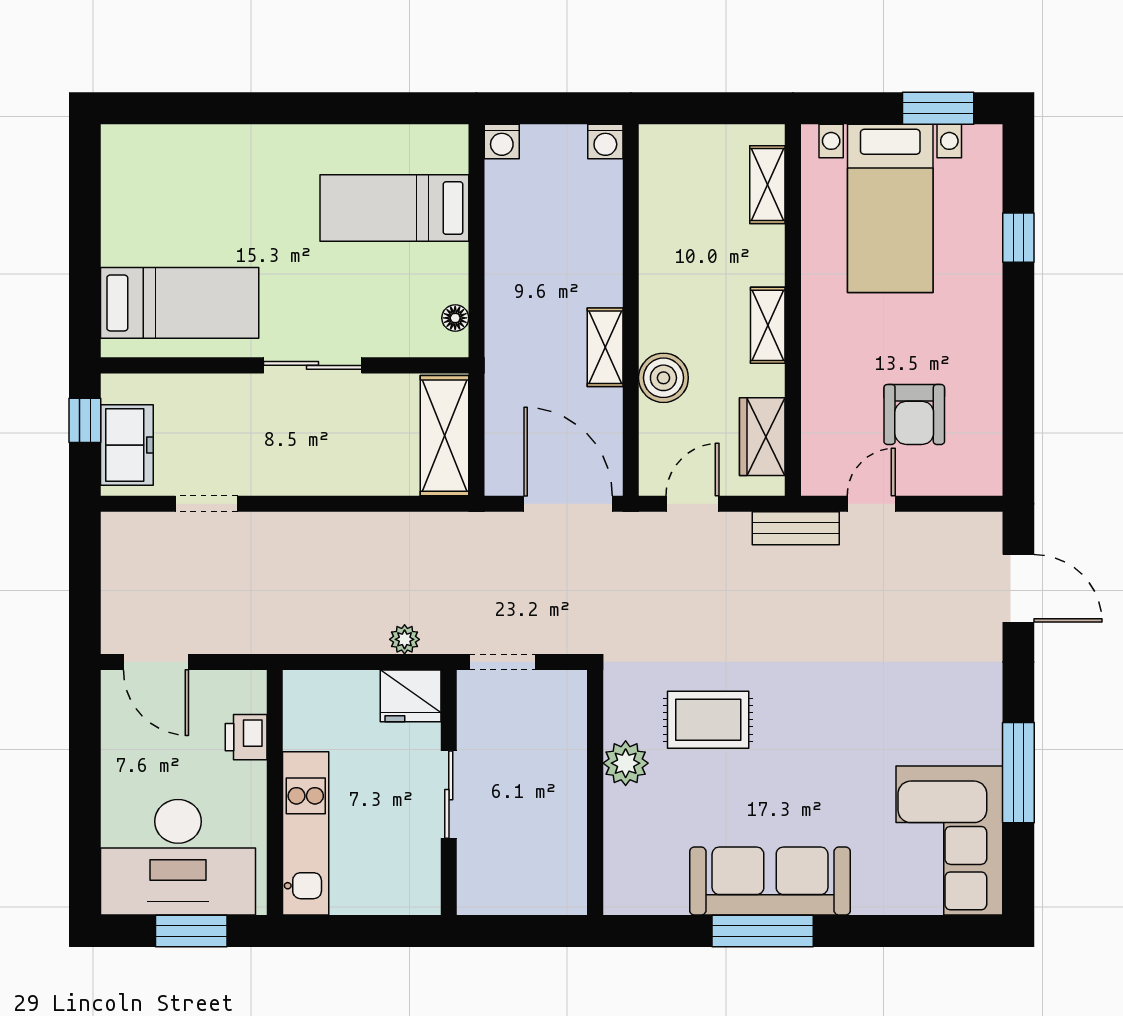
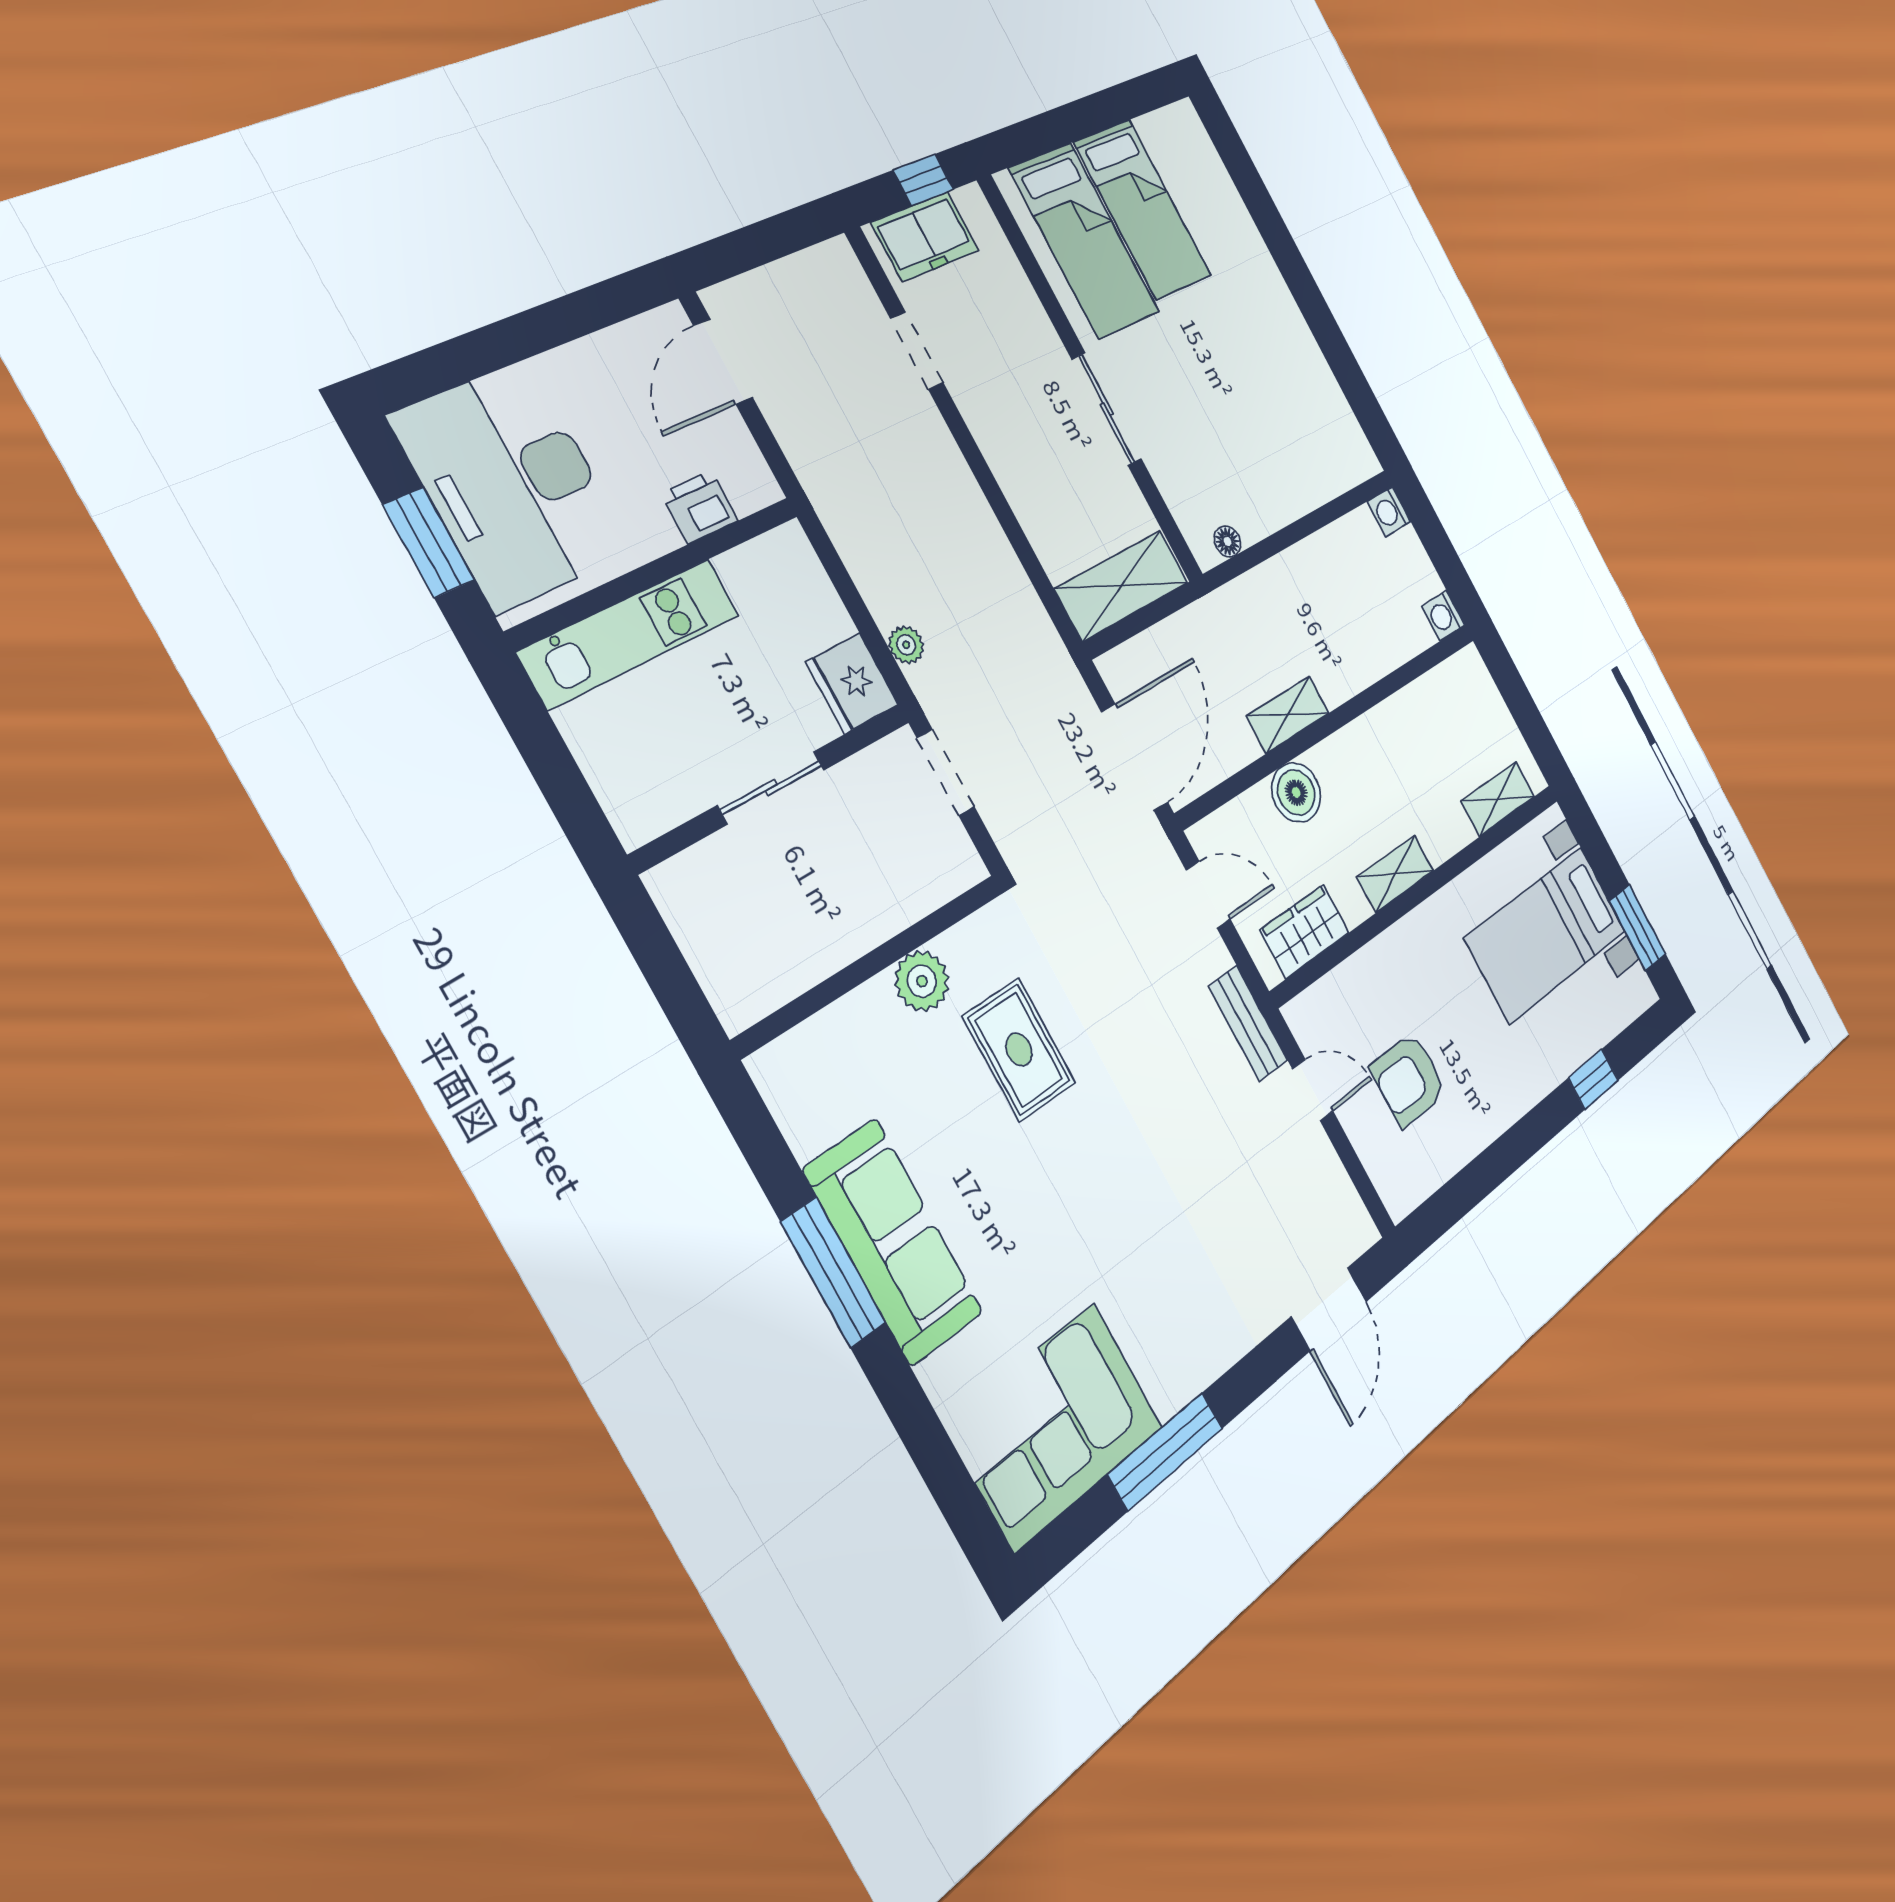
bed: (394, 208) -> (1143, 209), moved, turned 180

